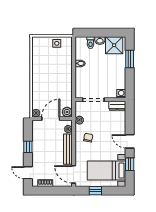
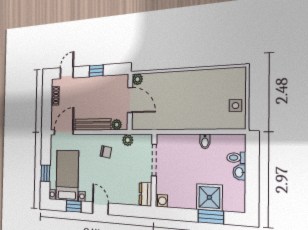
shower: (114, 45) -> (209, 197), moved
plant: (67, 112) -> (138, 123), removed
door: (130, 141) -> (100, 208), hinge flipped
window: (95, 191) -> (45, 173), moved

